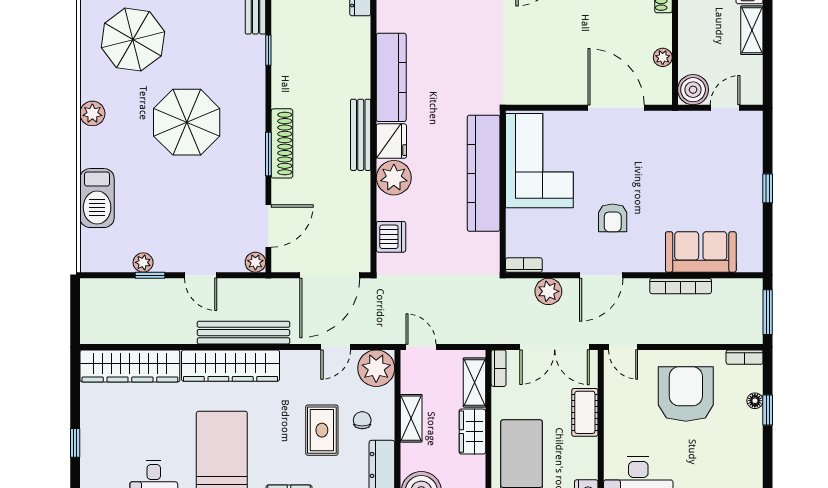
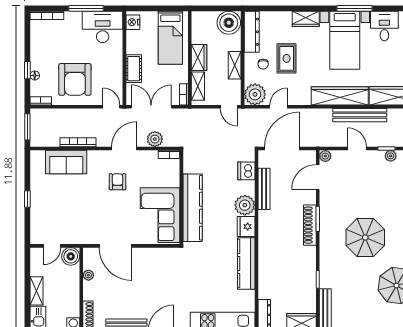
bench: (361, 135) -> (264, 189), moved
bench: (244, 333) -> (360, 115), moved

